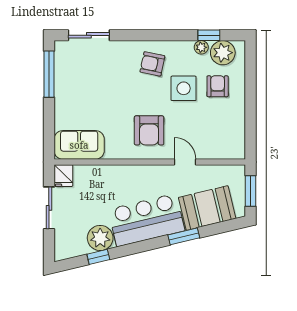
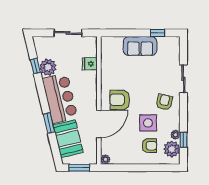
sliding door: (89, 35) -> (183, 79), moved
window: (49, 74) -> (157, 33), width x0.46
sofa: (79, 145) -> (140, 46), moved, turned 90
plant: (238, 152) -> (105, 159), added
door: (185, 162) -> (99, 124), width x1.88
fridge: (63, 176) -> (90, 64), moved

